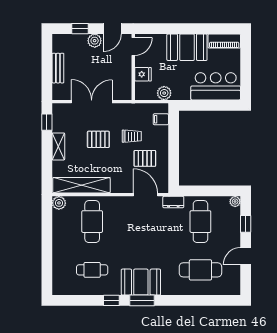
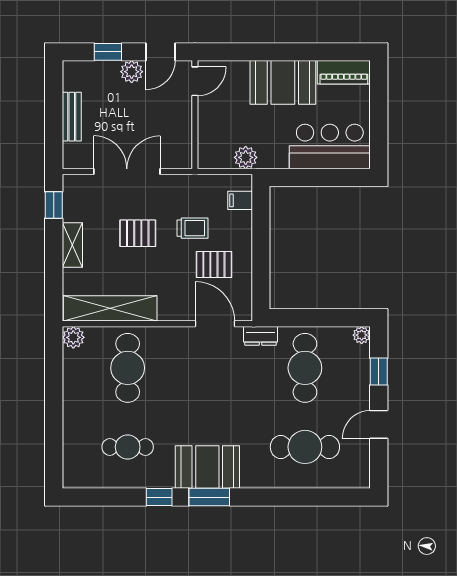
fridge: (143, 74) -> (211, 127), removed

